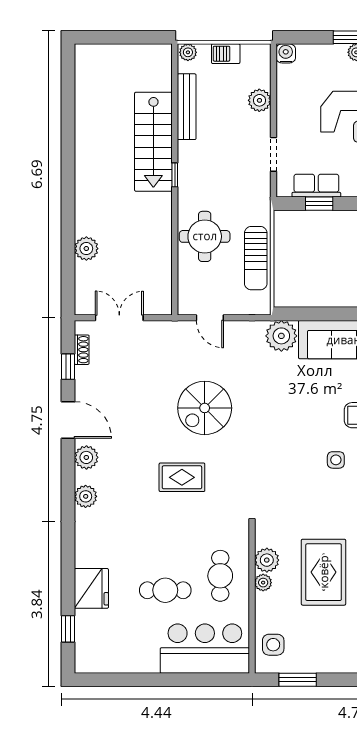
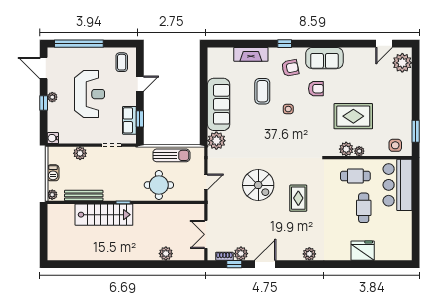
plant: (86, 457) -> (241, 254), moved
window: (68, 629) -> (386, 264), removed

